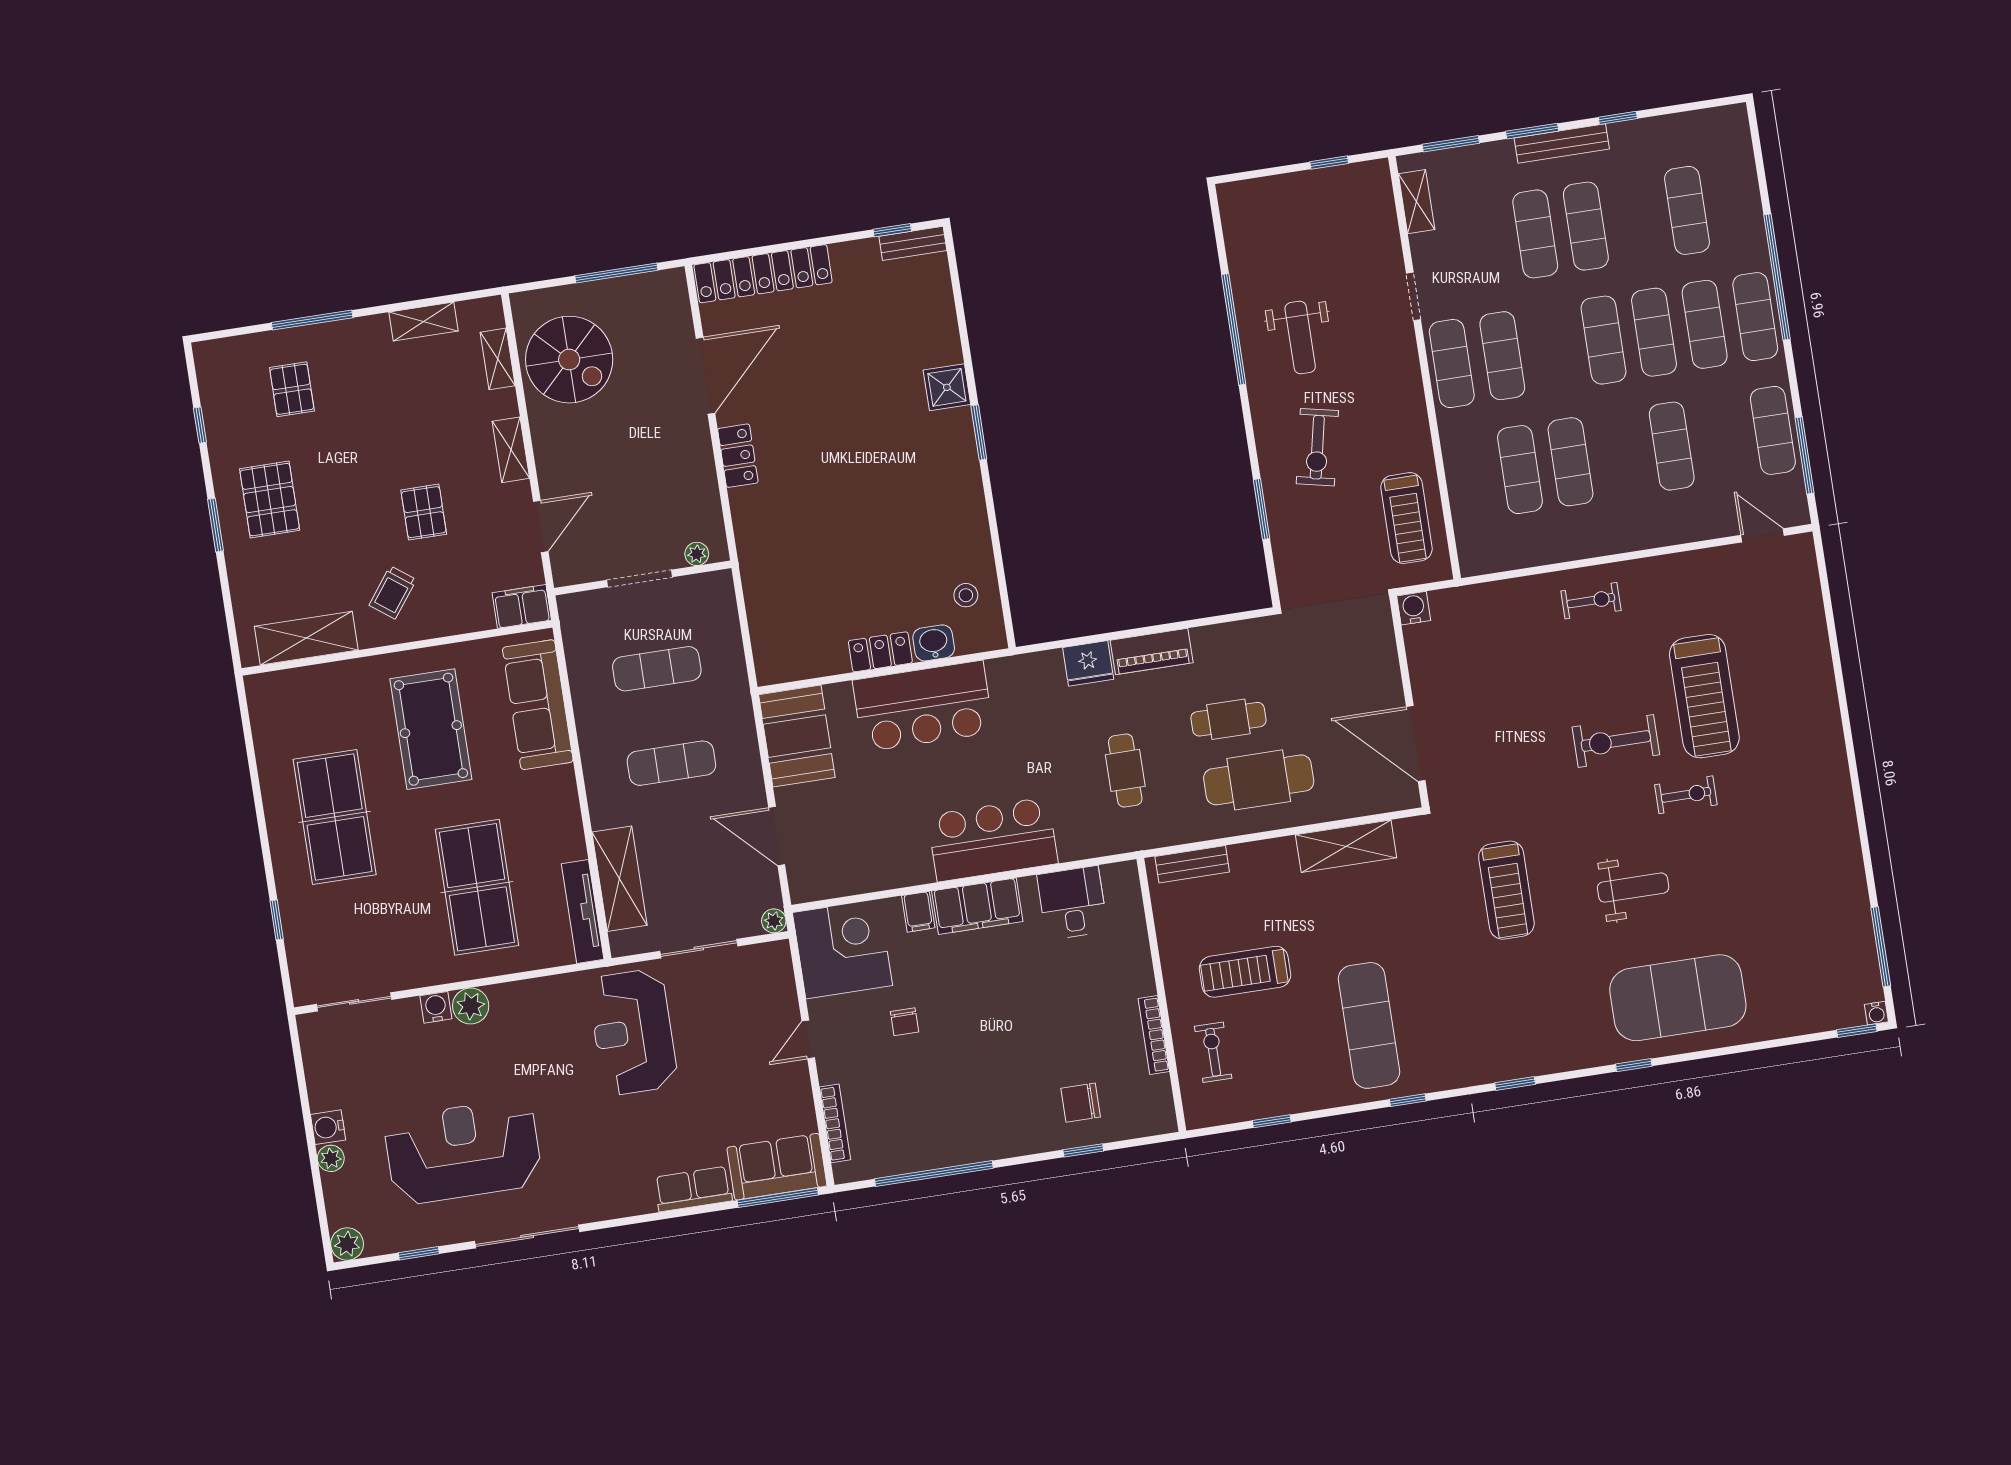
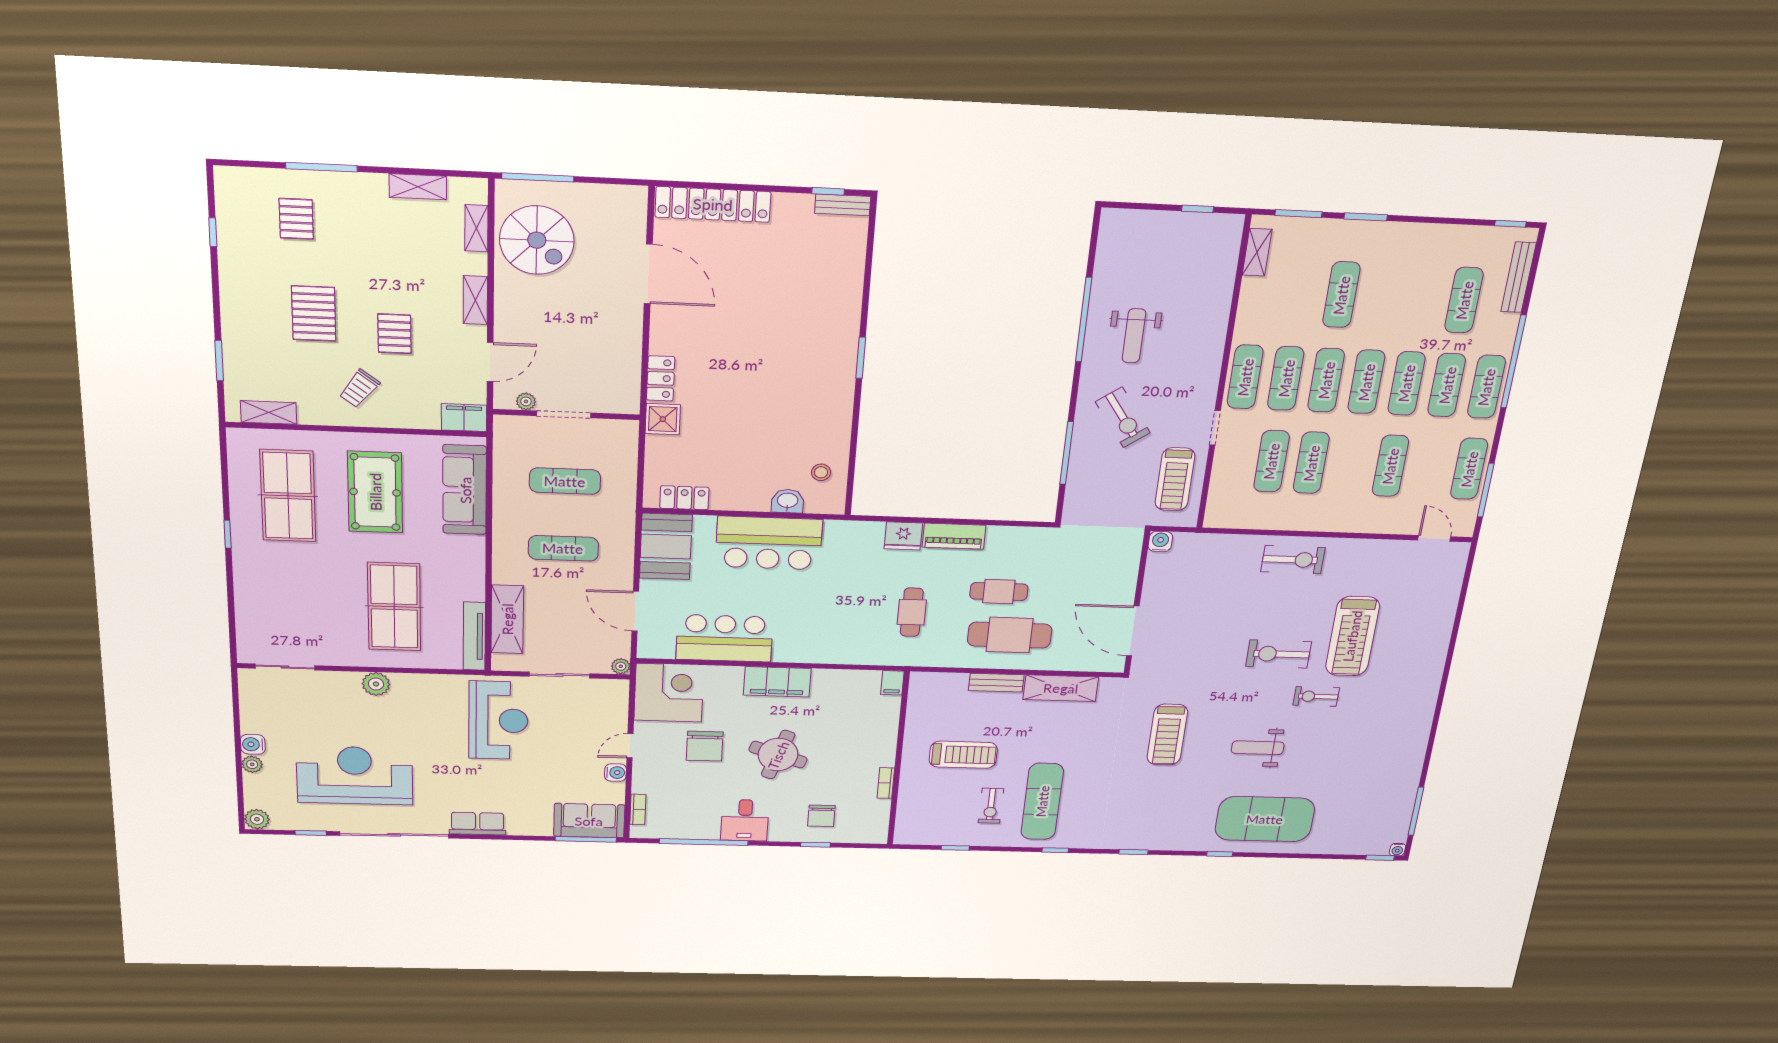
window: (1618, 118) -> (1510, 224), moved
bench: (1562, 143) -> (1518, 277), moved, turned 90
exercise mat: (1586, 226) -> (1326, 380), moved
window: (616, 273) -> (538, 177), moved
doorway: (1413, 296) -> (1215, 428), moved
door: (705, 376) -> (648, 274), hinge flipped
shower: (947, 387) -> (663, 419), moved
exercise bike: (1317, 447) -> (1123, 417), turned -47
locker: (738, 456) -> (661, 378), moved
pallet: (270, 500) -> (314, 313), moved
window: (1262, 509) -> (1067, 453), width x1.44
window: (215, 525) -> (219, 361), moved
plant: (697, 554) -> (526, 401), moved
exercise bike: (1591, 601) -> (1293, 560), width x1.38, depth x1.39
shelving: (306, 638) -> (269, 412), width x0.67, depth x0.75
locker: (880, 652) -> (684, 498), moved
exercise bike: (1686, 795) -> (1316, 696), turned 180
table tennis table: (335, 817) -> (288, 496), moved
bar counter: (993, 839) -> (724, 638), moved
bench: (1192, 864) -> (996, 683), moved
weight bench: (1633, 888) -> (1258, 748), turned 180
desk: (1072, 903) -> (745, 820), moved, turned 180
filing cabinet: (918, 912) -> (892, 683), moved
window: (277, 920) -> (228, 534), moved
treadmill: (1245, 972) -> (963, 755), turned 180
water cooler: (436, 1007) -> (615, 773), moved, turned 90
round table: (1003, 1017) -> (778, 755), added
chair: (905, 1022) -> (705, 746), width x1.87, depth x1.87
reception desk: (633, 1032) -> (498, 720), turned 180
bookcase: (1154, 1035) -> (886, 783), width x0.64
exercise bike: (1213, 1052) -> (991, 806), moved, turned 180
chair: (1081, 1103) -> (821, 816), turned -90
bookcase: (835, 1123) -> (638, 809), width x0.64
row of seats: (693, 1189) -> (478, 824), moved
sliding door: (527, 1236) -> (394, 835), width x1.36

